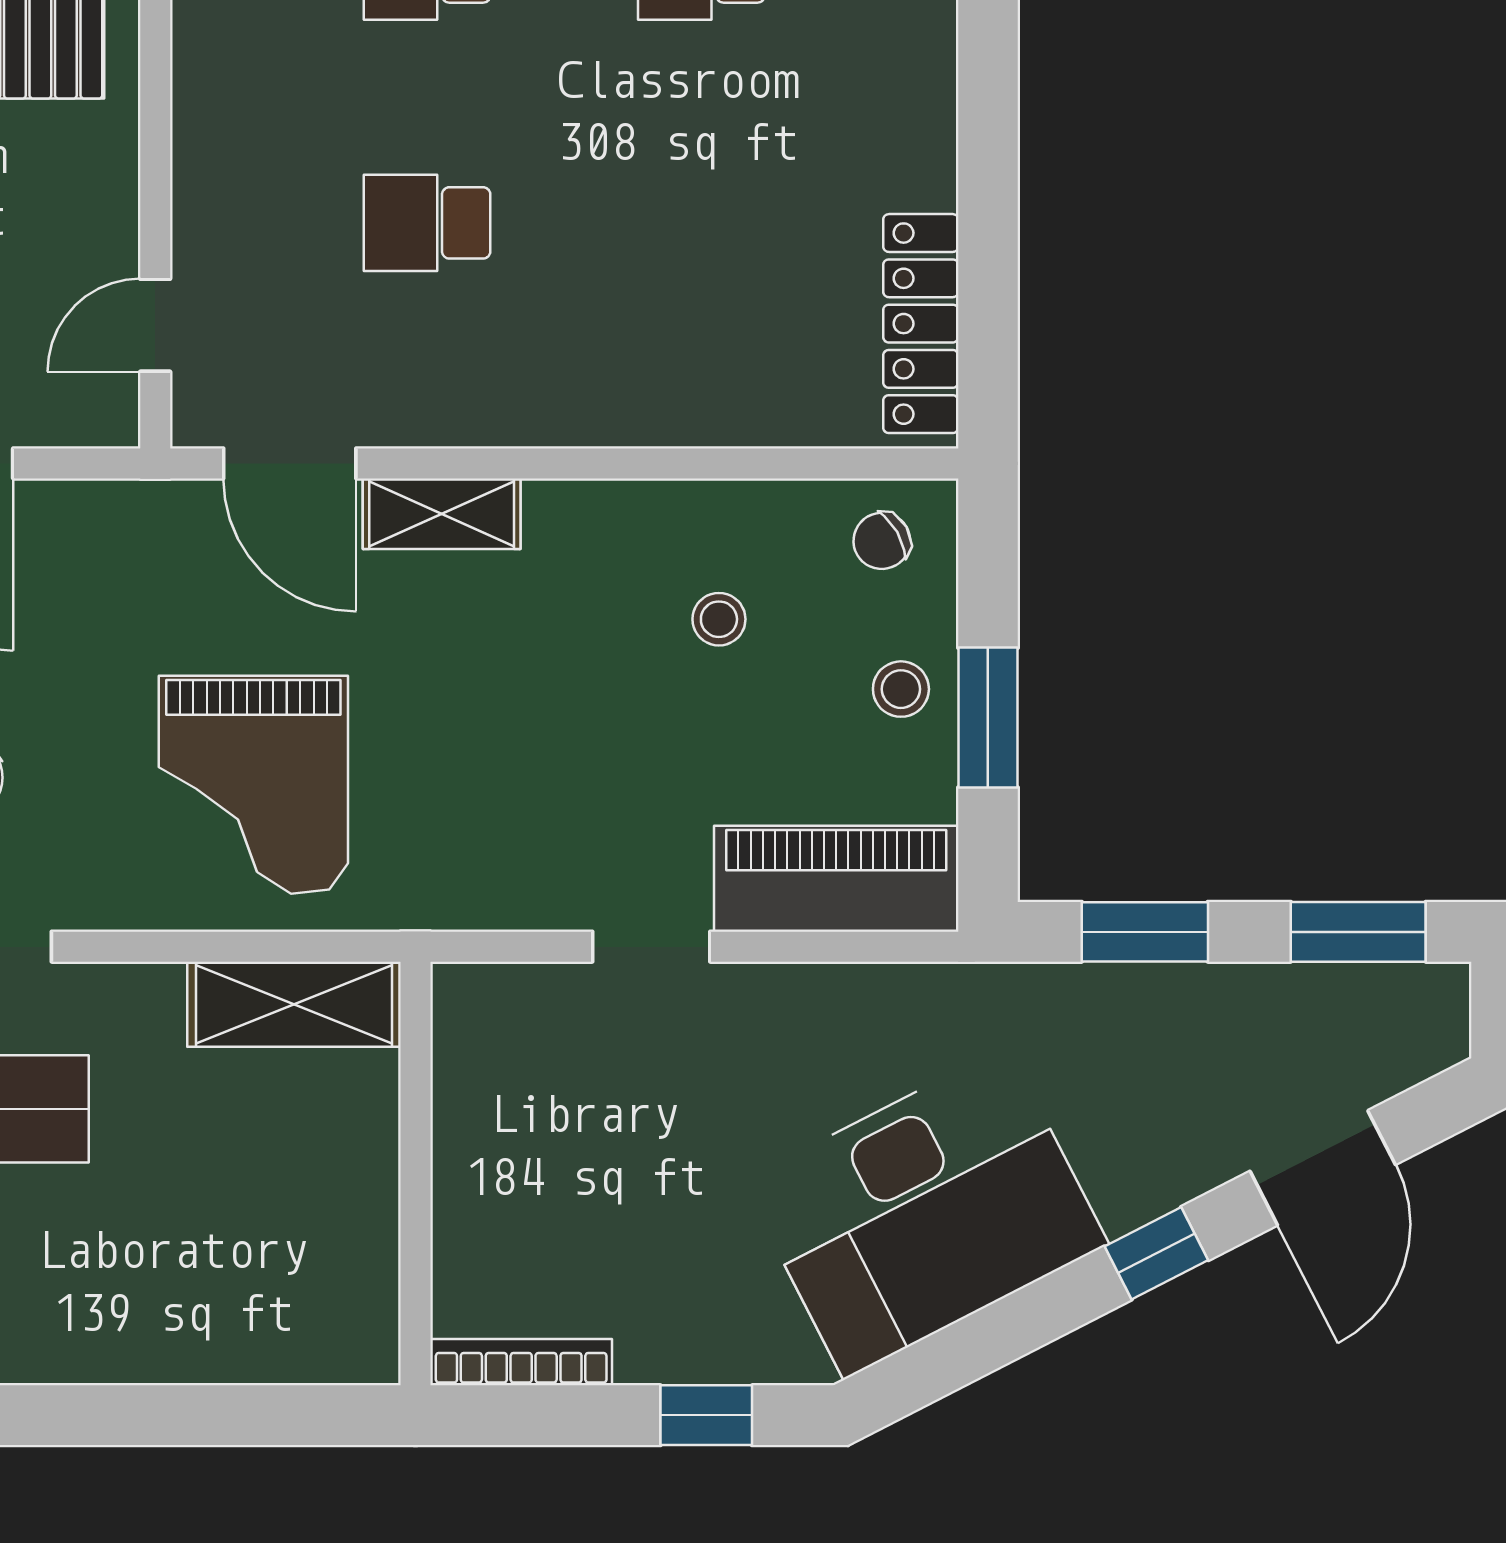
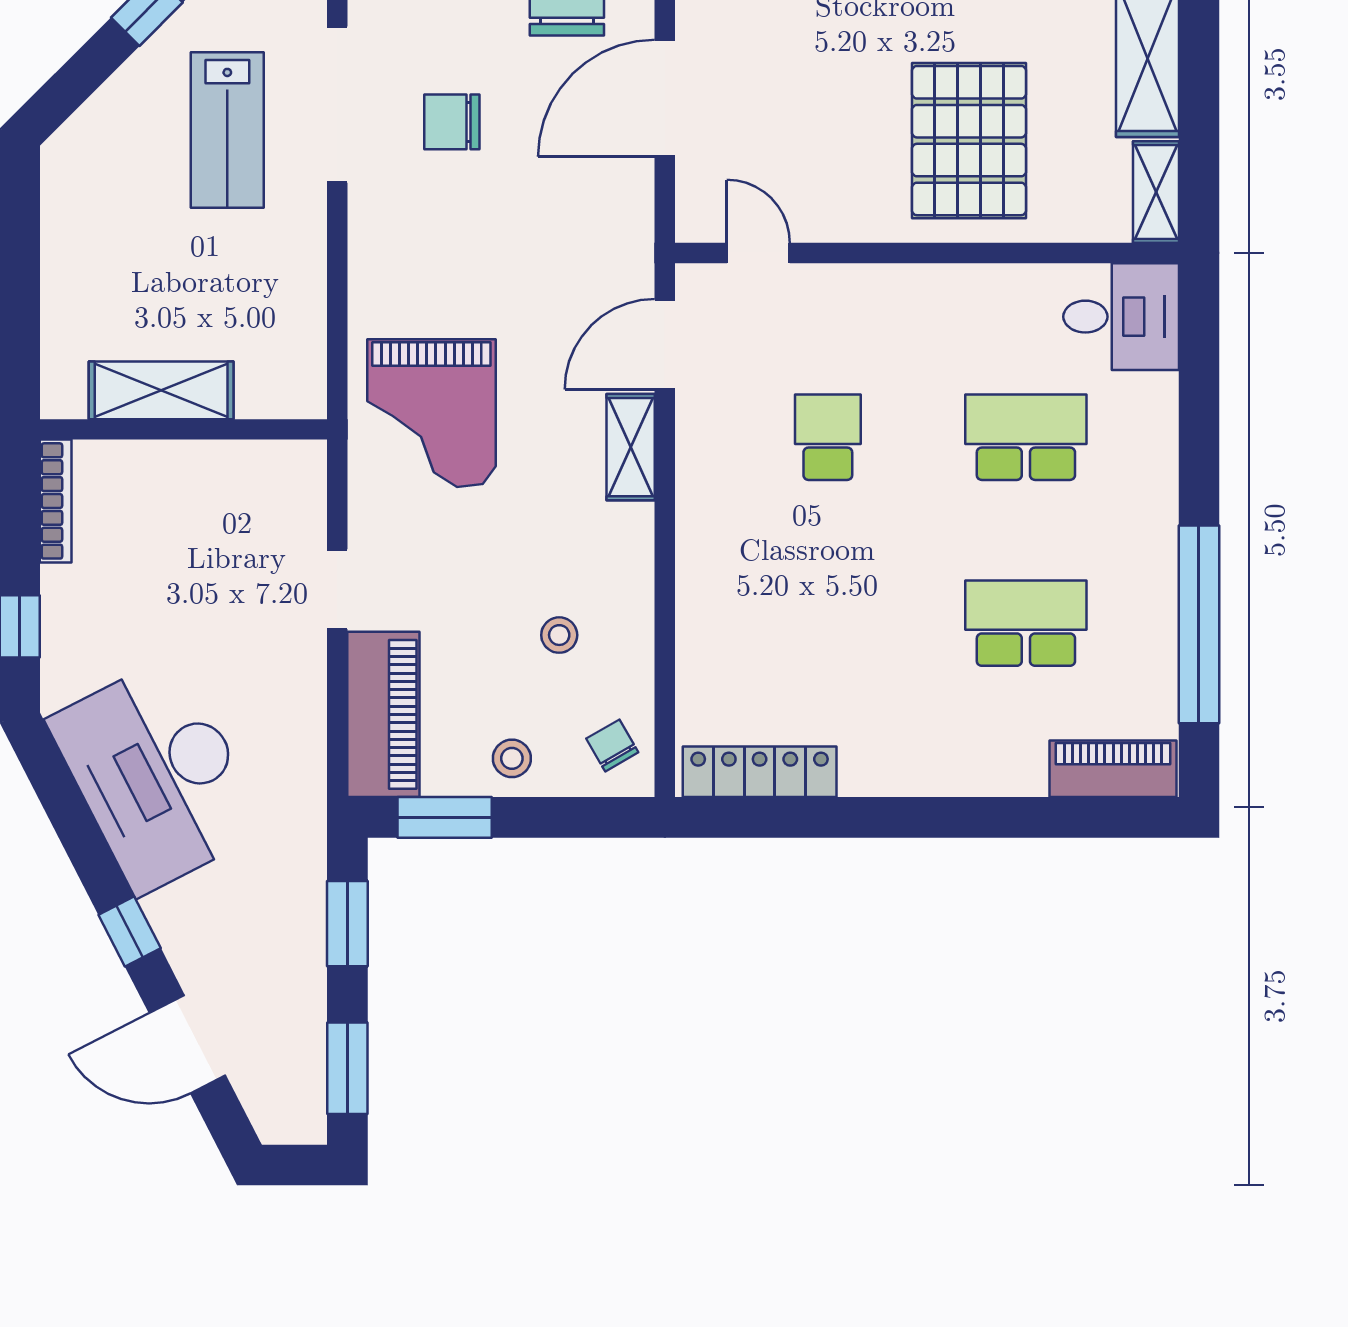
window: (988, 718) -> (445, 817), moved
grand piano: (253, 785) -> (431, 413), moved, turned -90
shelving: (294, 1004) -> (161, 390), moved, turned 90

